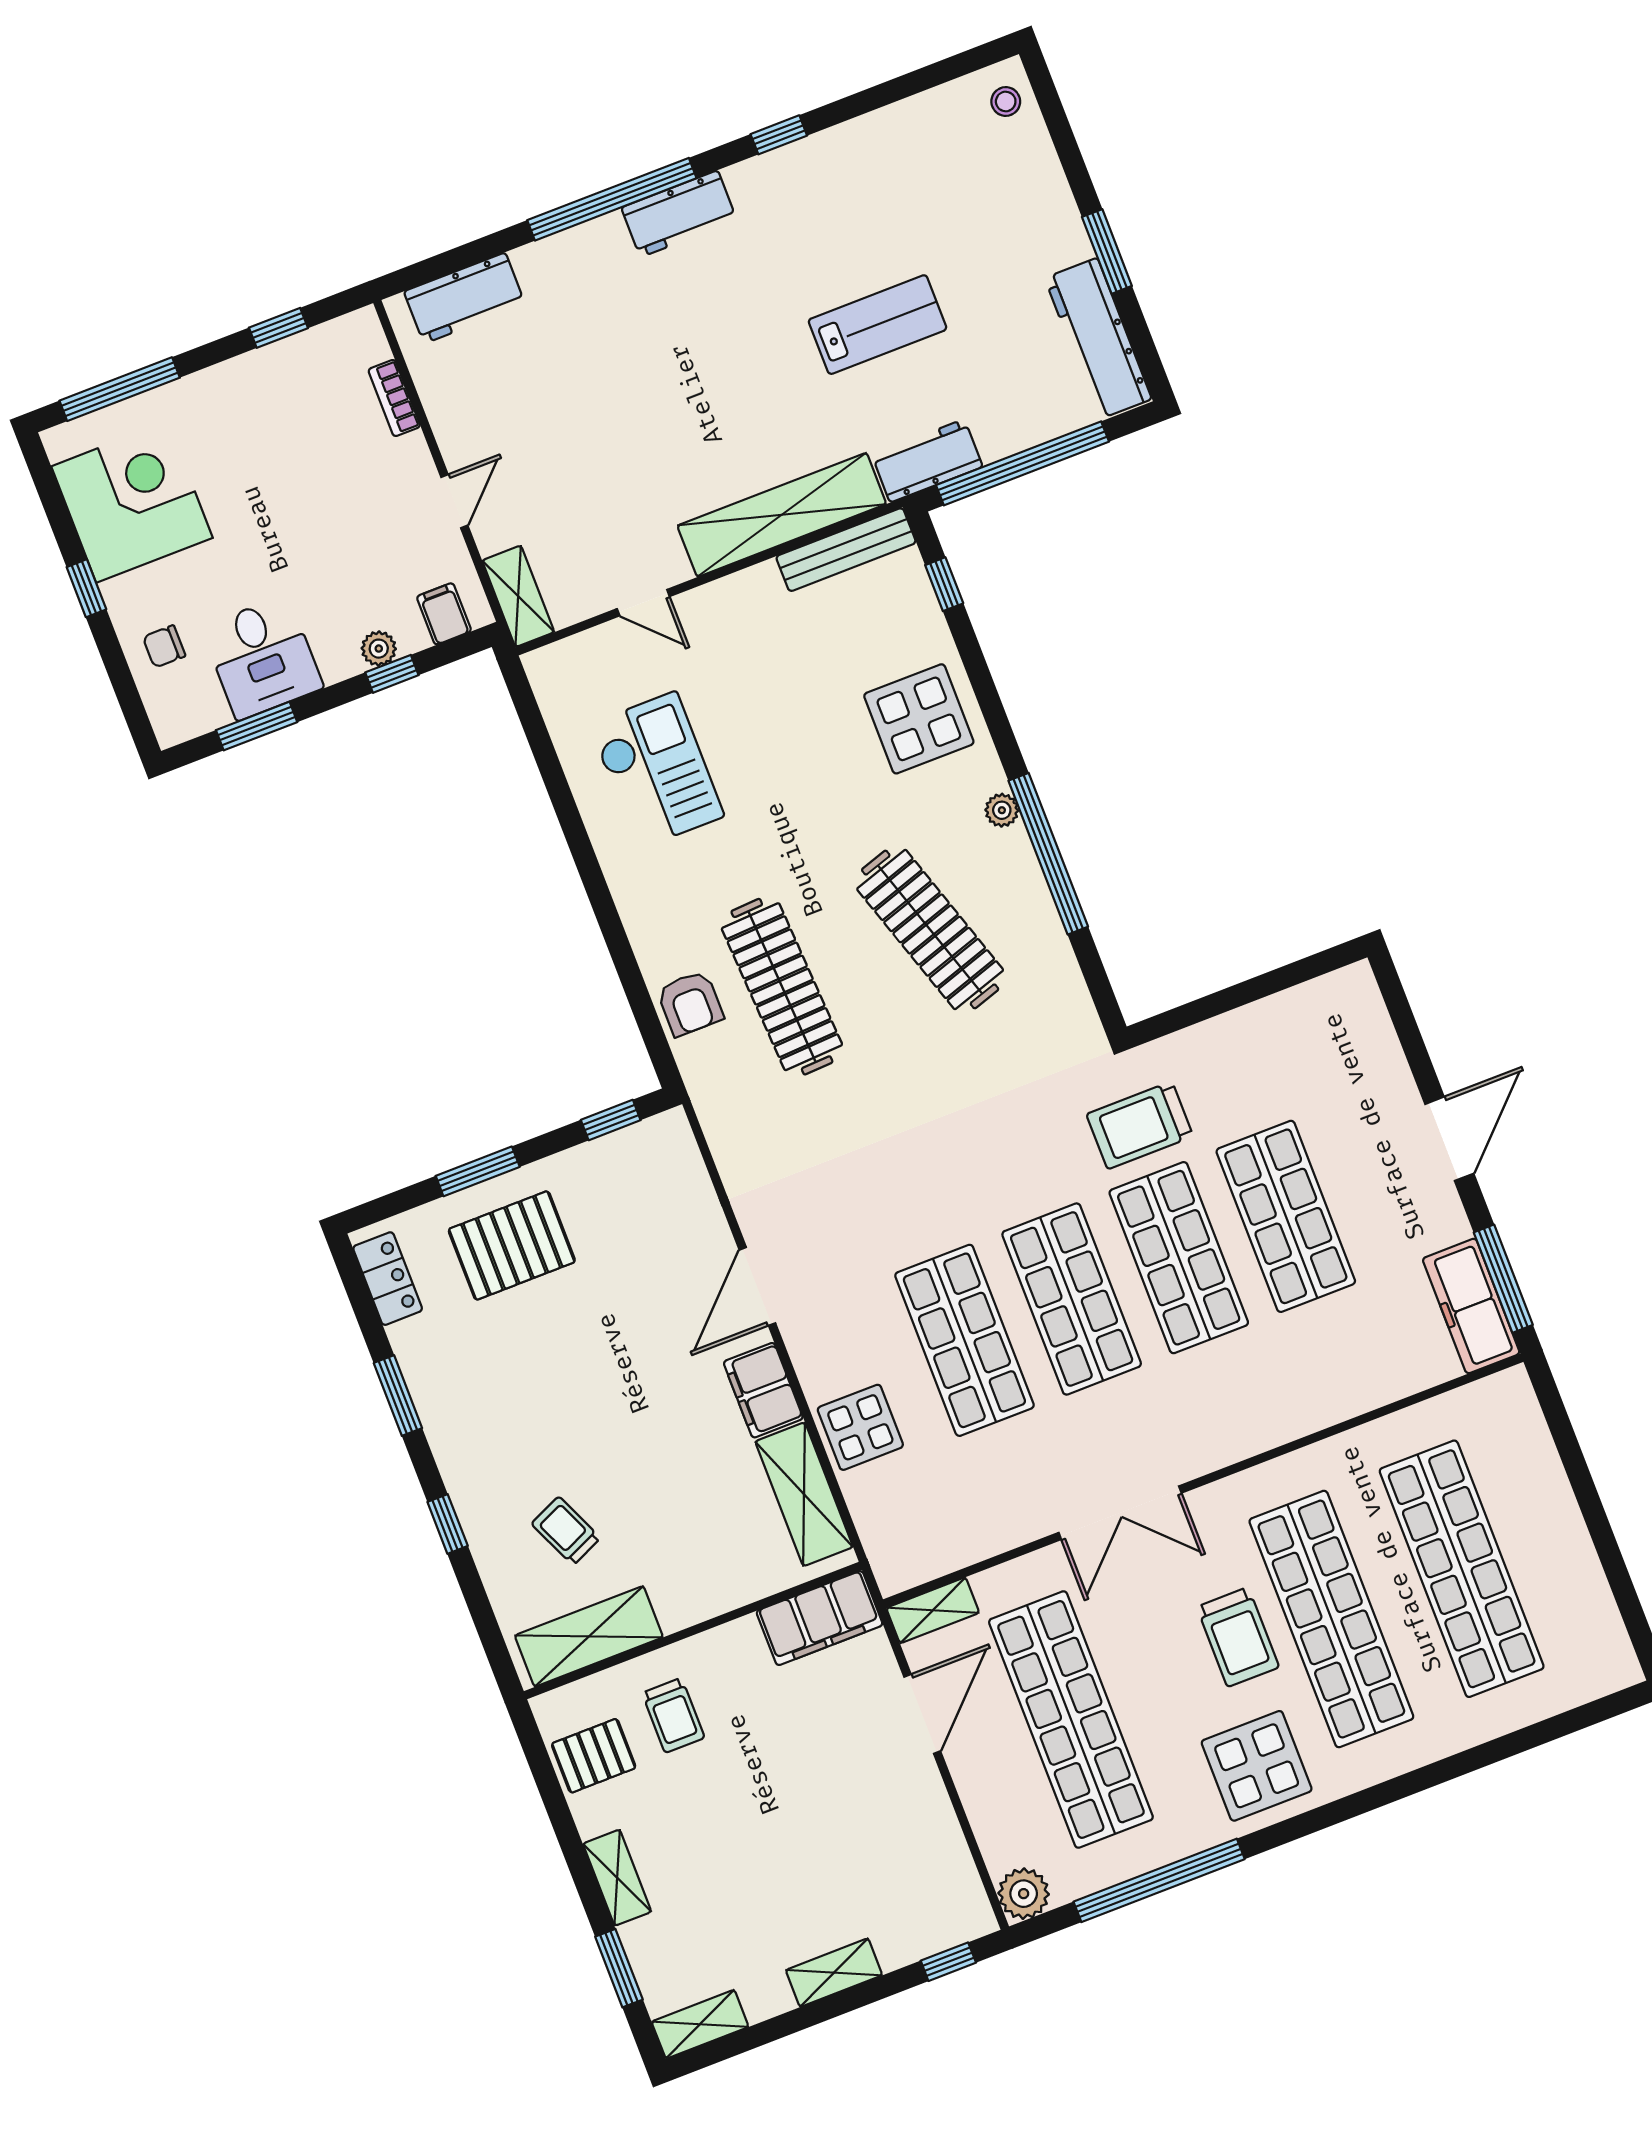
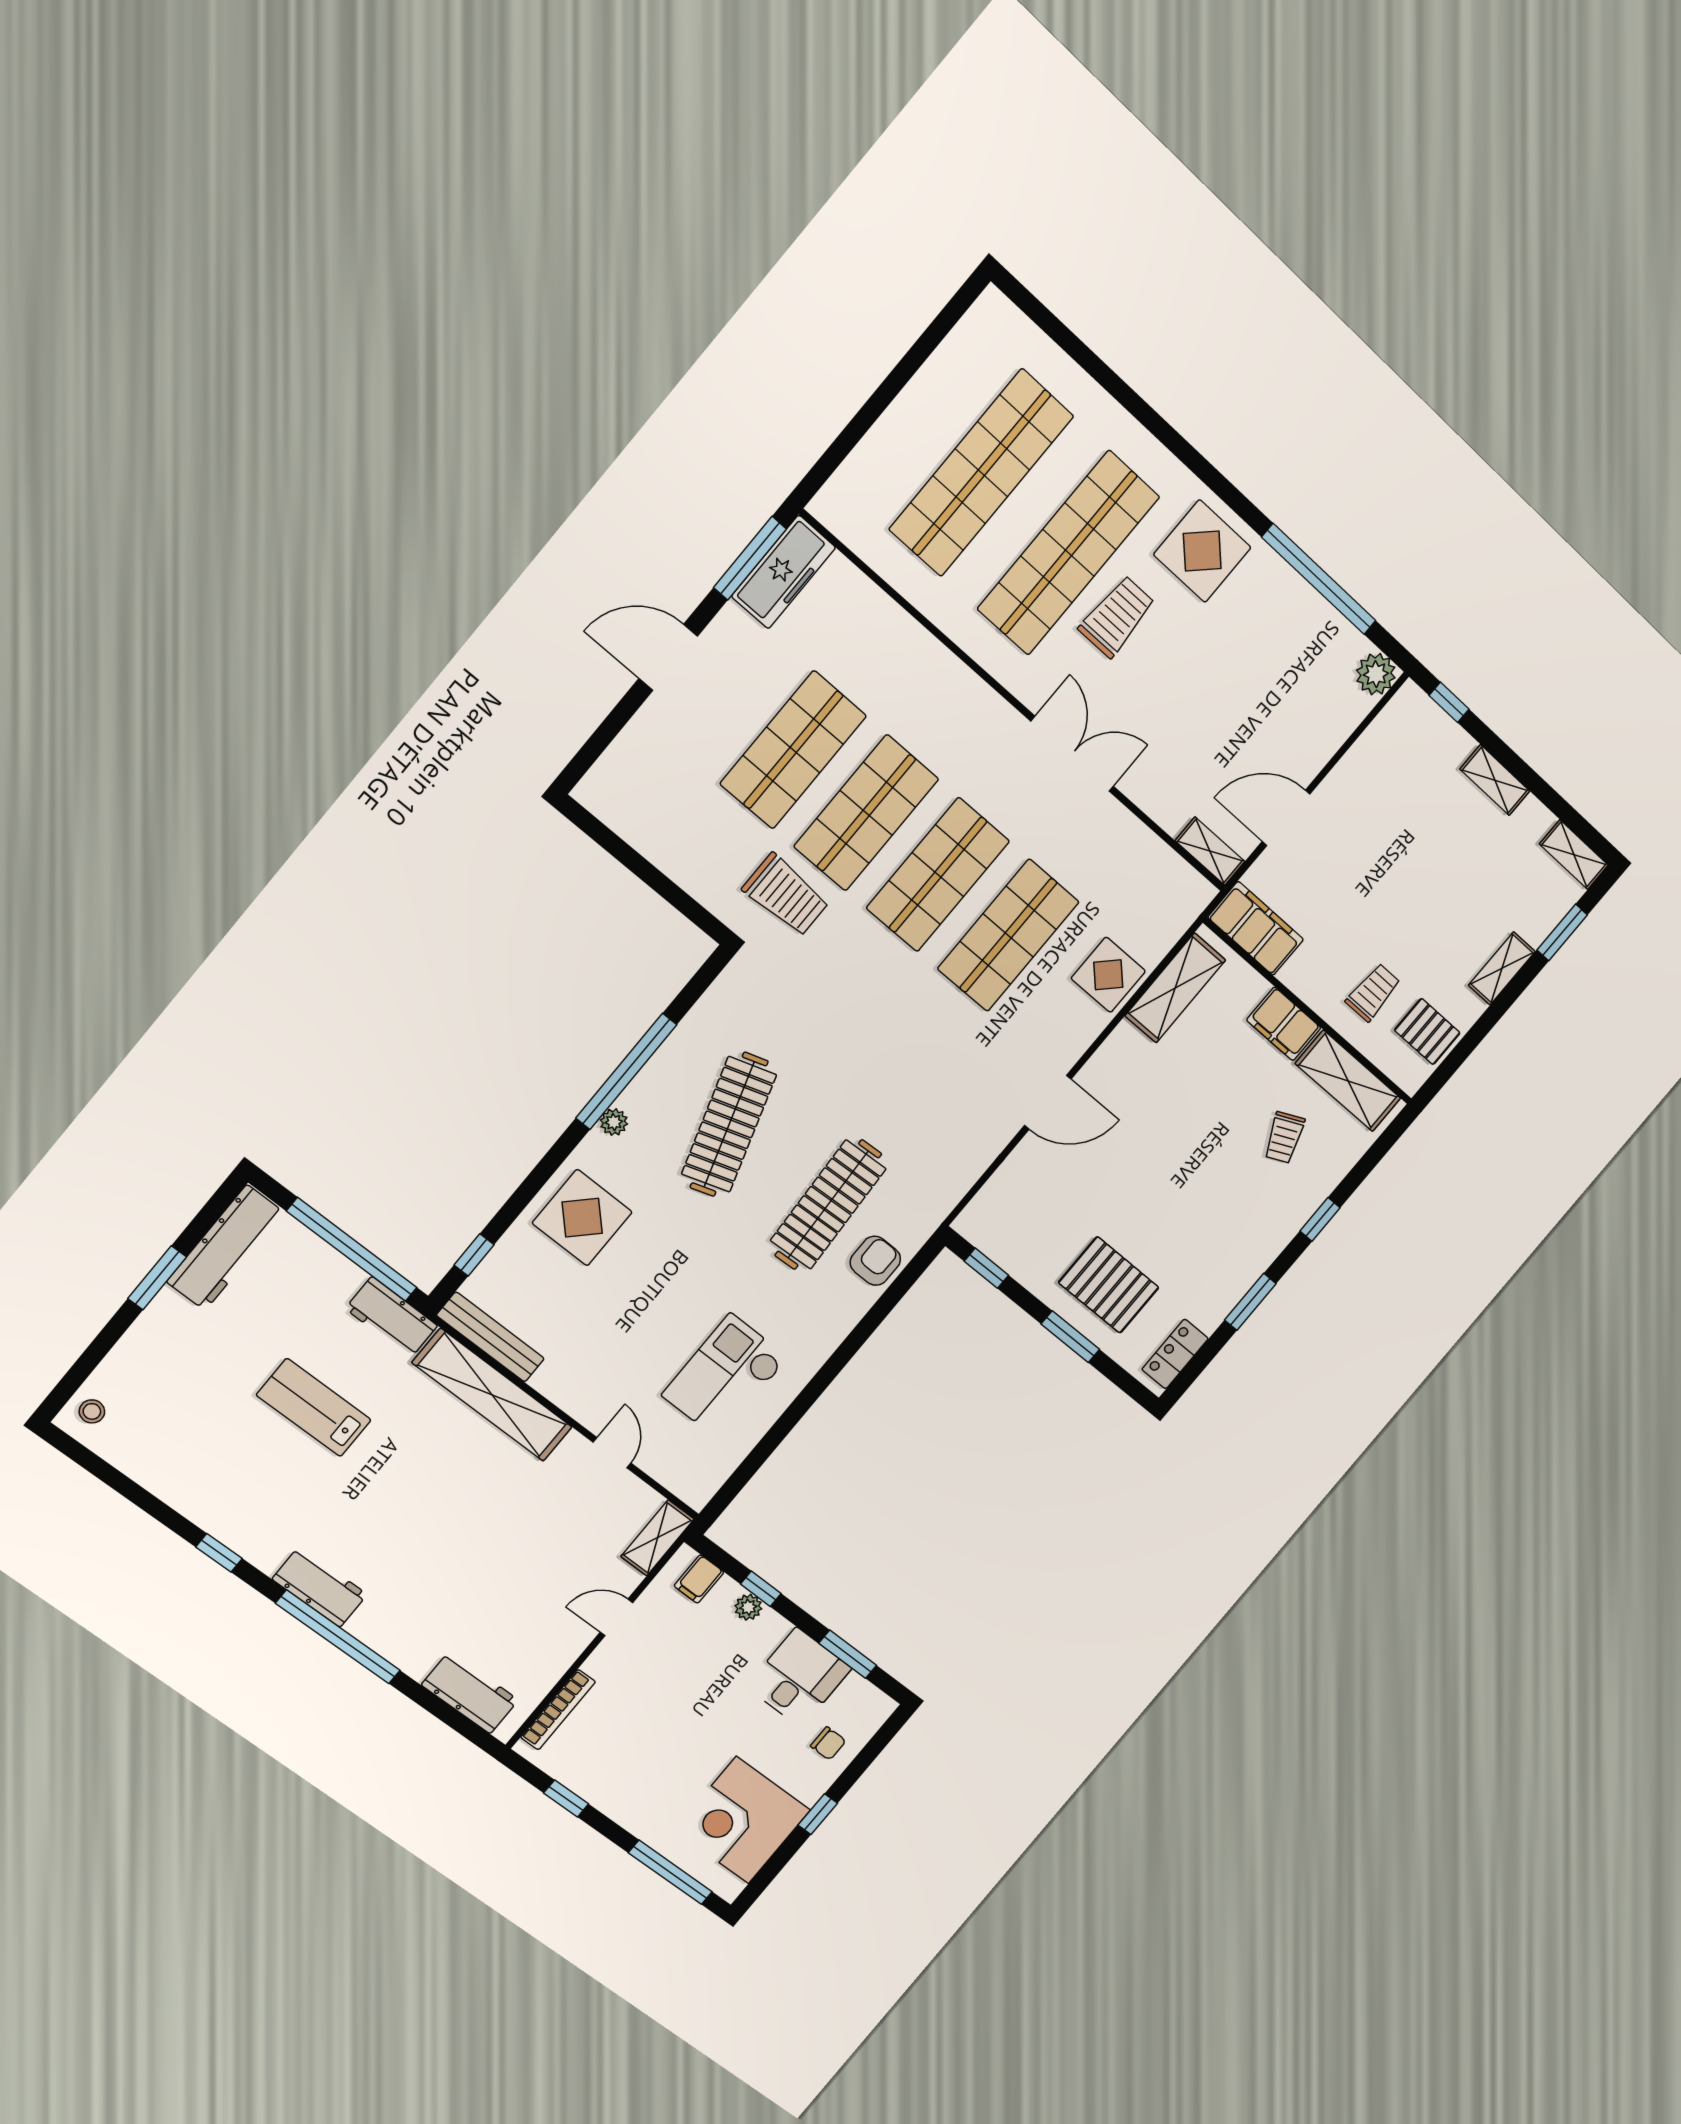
bookcase: (394, 398) -> (558, 1710), width x1.56
filing cabinet: (763, 1390) -> (1284, 1024), moved, turned 90
shop shelf: (1071, 1719) -> (1237, 708), removed

